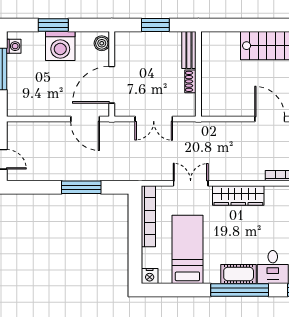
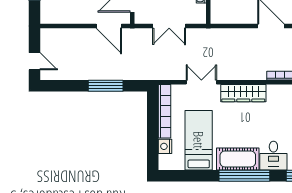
cot: (239, 274) -> (238, 159), width x1.37, depth x1.34
nightstand: (150, 276) -> (165, 146), moved, turned 90

